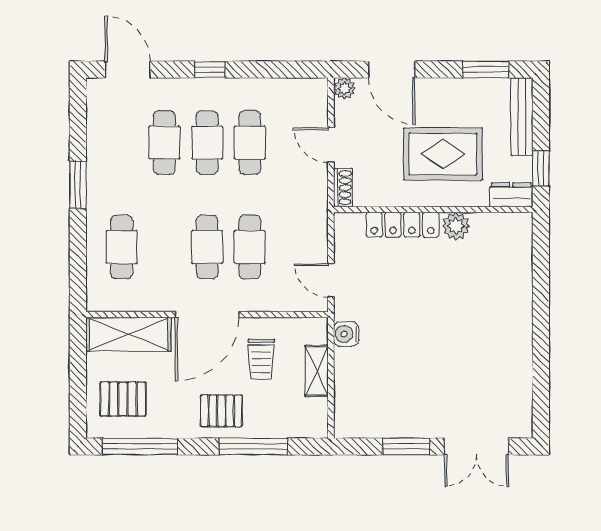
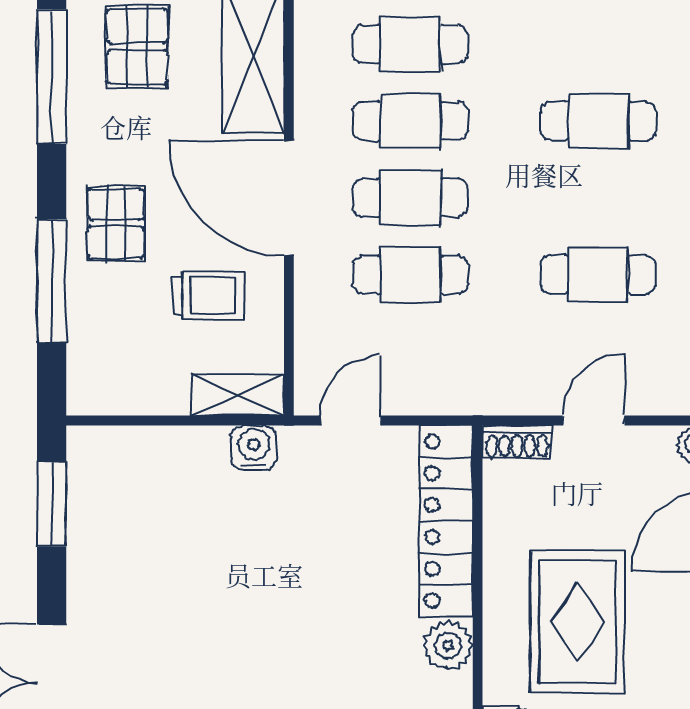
cafe table: (207, 143) -> (410, 121), moved
locker: (402, 225) -> (446, 521), width x1.41, depth x1.21
trolley: (261, 359) -> (208, 295), turned 180
shelving: (317, 371) -> (238, 395), moved
window: (406, 446) -> (52, 504), moved

